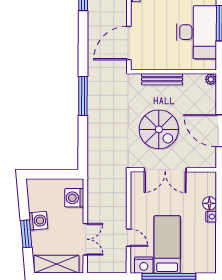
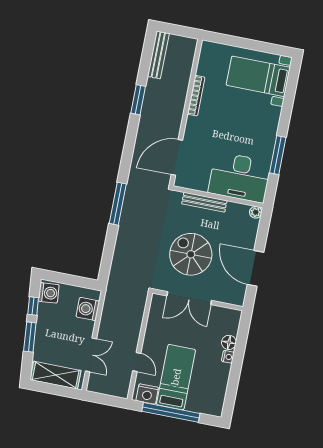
desk: (197, 32) -> (240, 177), moved, turned 90
spiral stairs: (159, 129) -> (191, 254), turned 180
window: (24, 205) -> (33, 306), added
washing machine: (38, 221) -> (49, 293), moved

